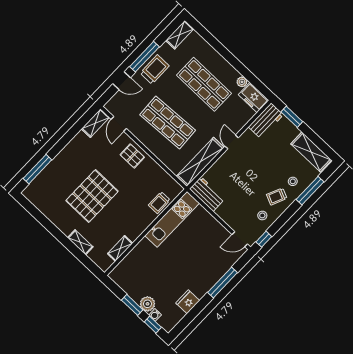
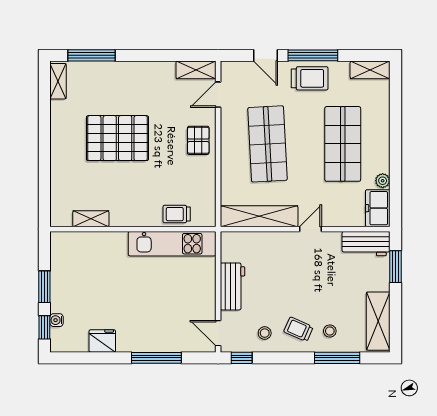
workbench: (207, 194) -> (232, 286), moved
shelving: (80, 242) -> (58, 81), moved
plant: (147, 304) -> (61, 301), removed

